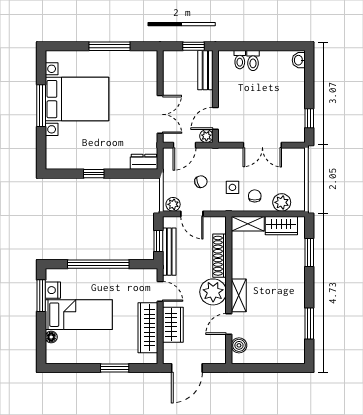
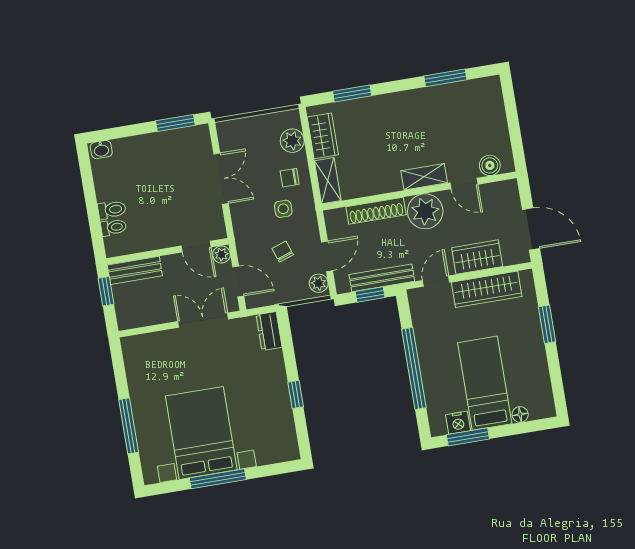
window: (109, 46) -> (129, 426), moved
window: (309, 118) -> (175, 123), width x1.50

